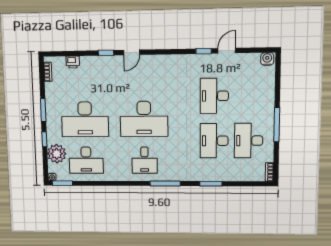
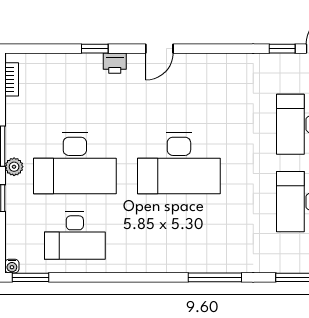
window: (106, 53) -> (95, 49), moved
printer: (73, 62) -> (115, 63), moved
plant: (57, 154) -> (14, 167), moved, width x0.53, depth x0.53
desk: (145, 160) -> (179, 236), removed

